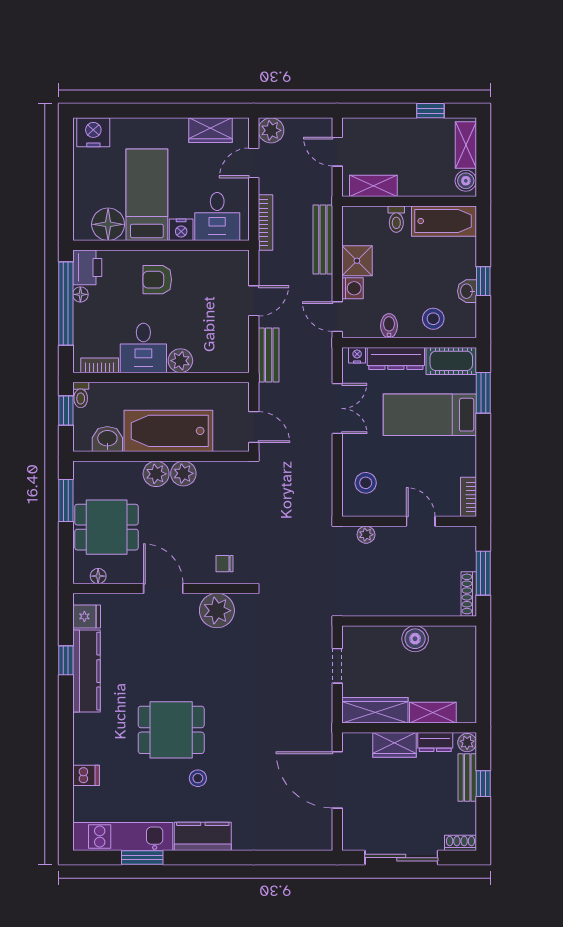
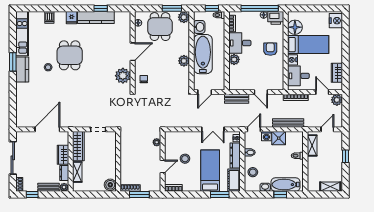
window: (430, 111) -> (346, 156), moved
boiler: (466, 181) -> (314, 187), removed
bathtub: (444, 221) -> (285, 185), moved, turned 90
window: (483, 281) -> (280, 194), moved
plant: (156, 474) -> (184, 17), moved
stool: (366, 483) -> (185, 159), moved
fridge: (87, 616) -> (72, 18), moved
boiler: (415, 639) -> (110, 185), moved
window: (483, 784) -> (32, 194), moved
window: (142, 858) -> (13, 62), moved

